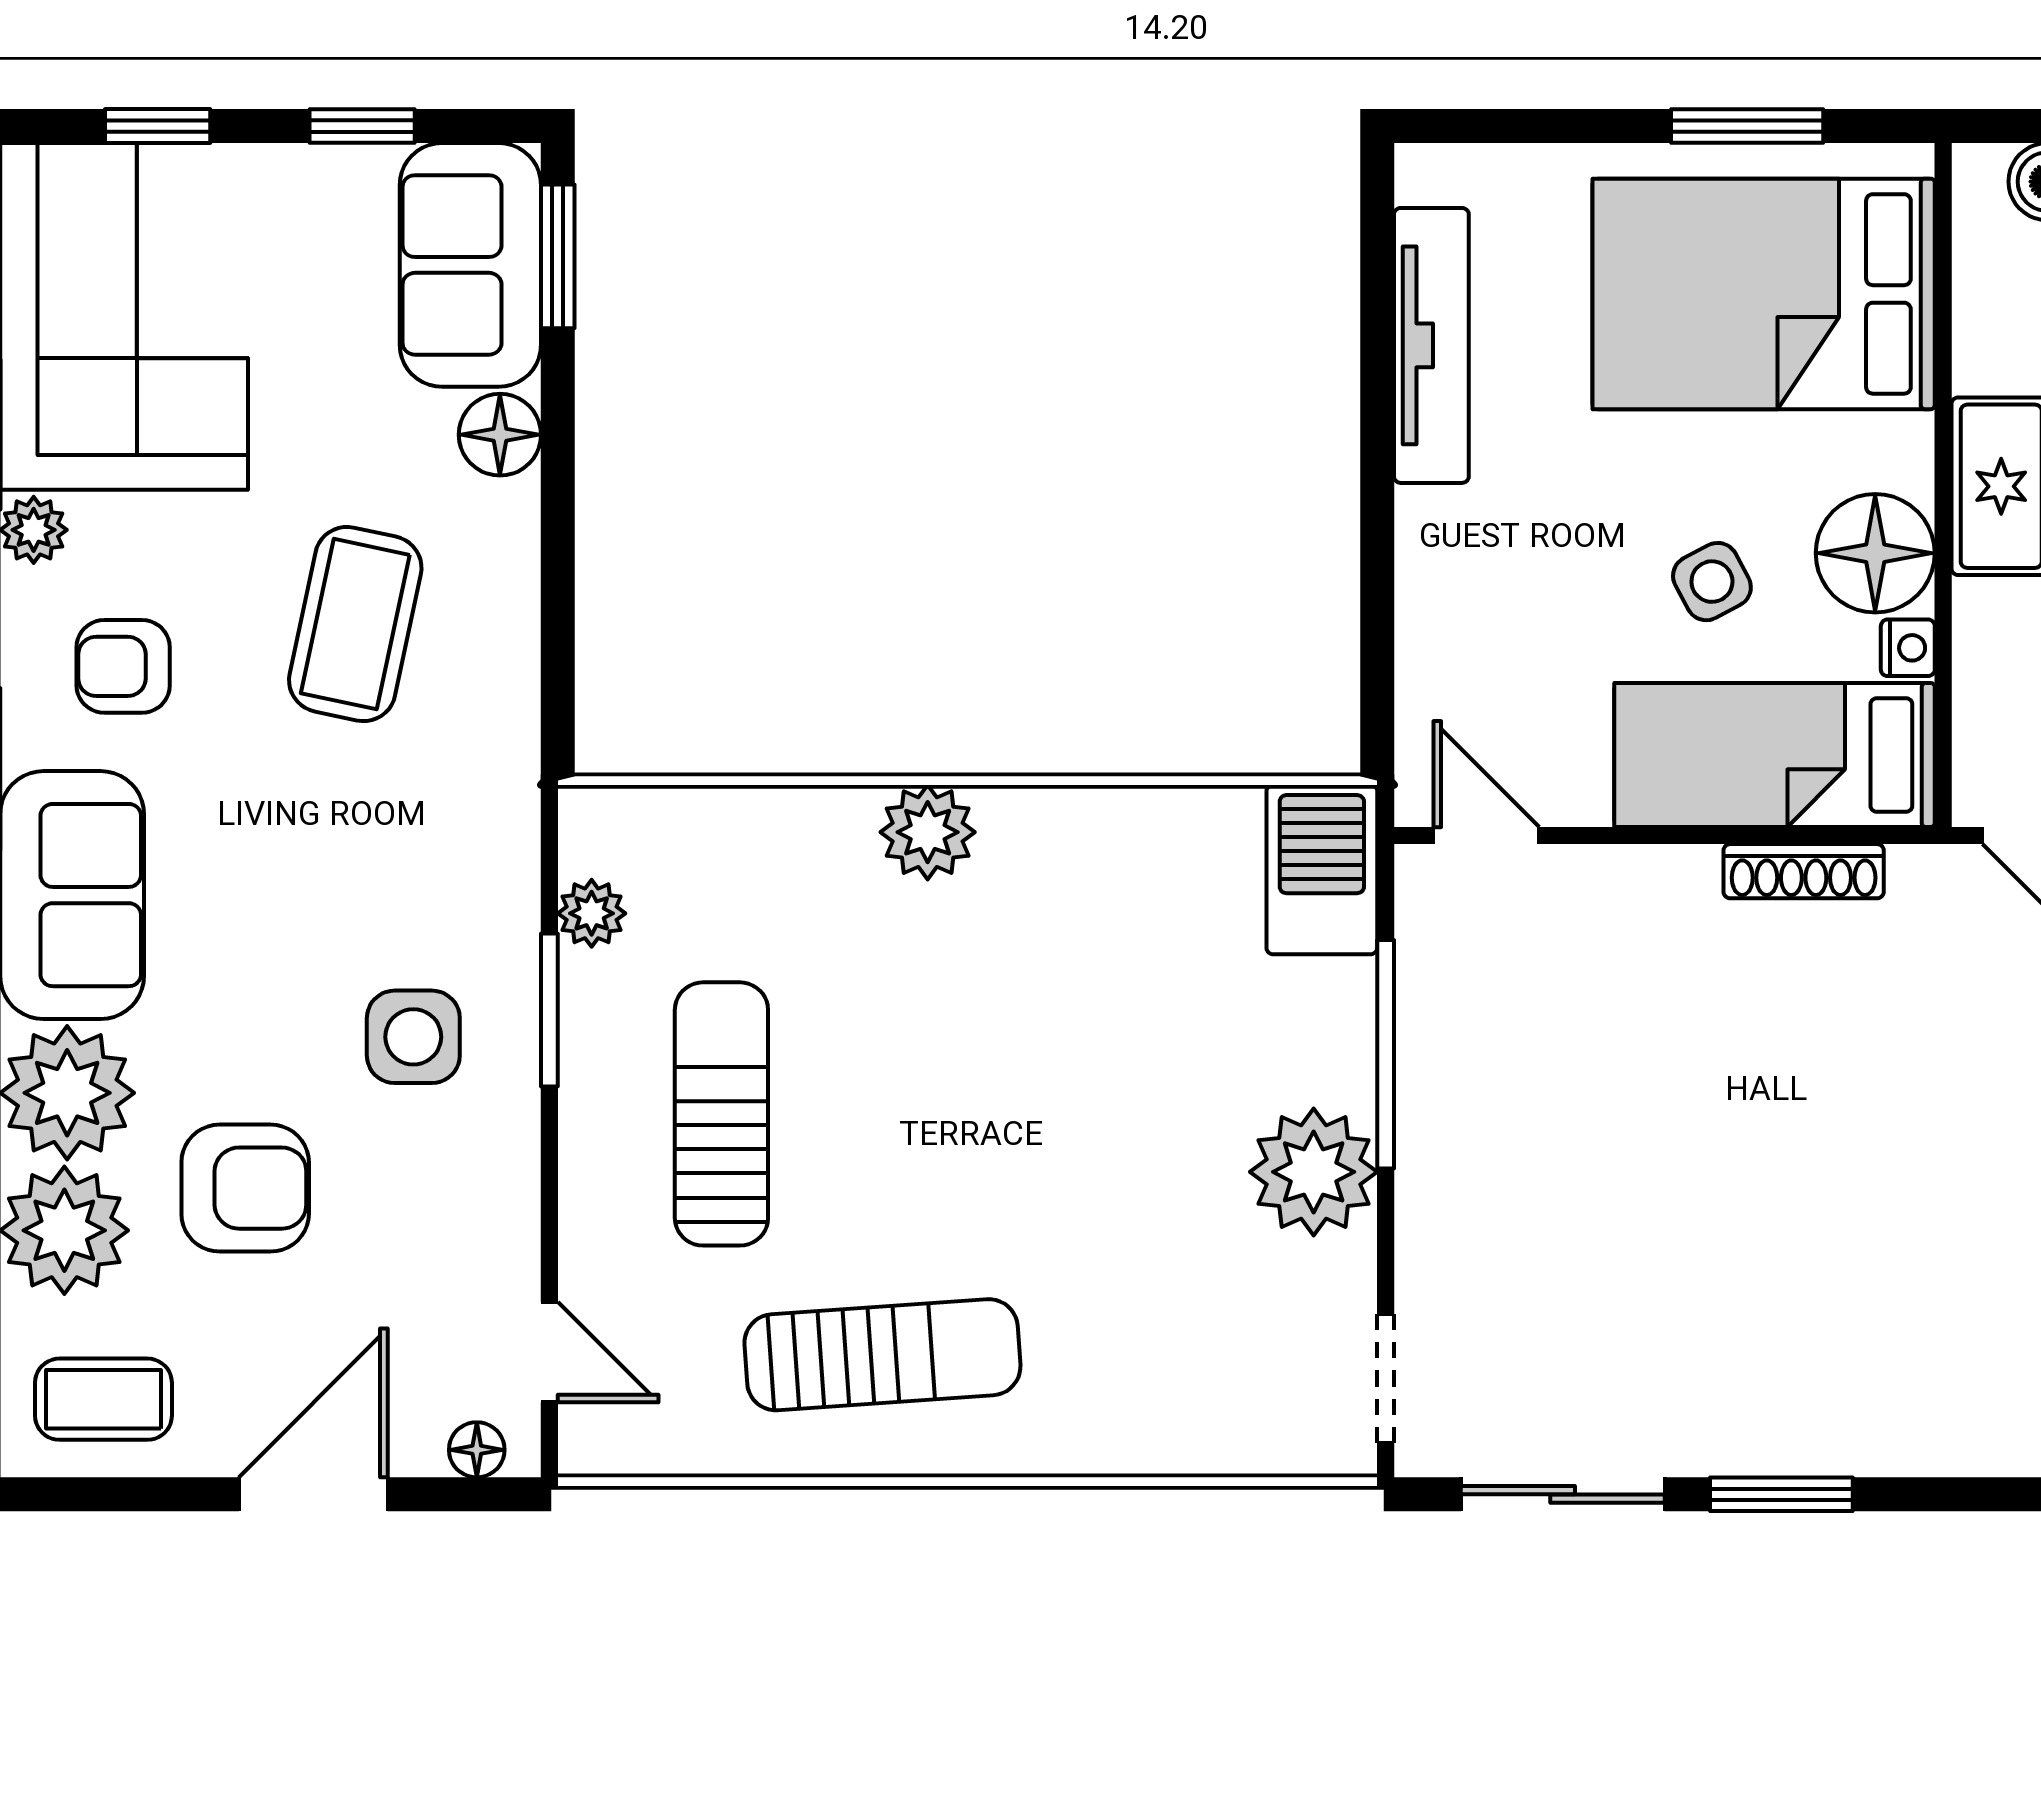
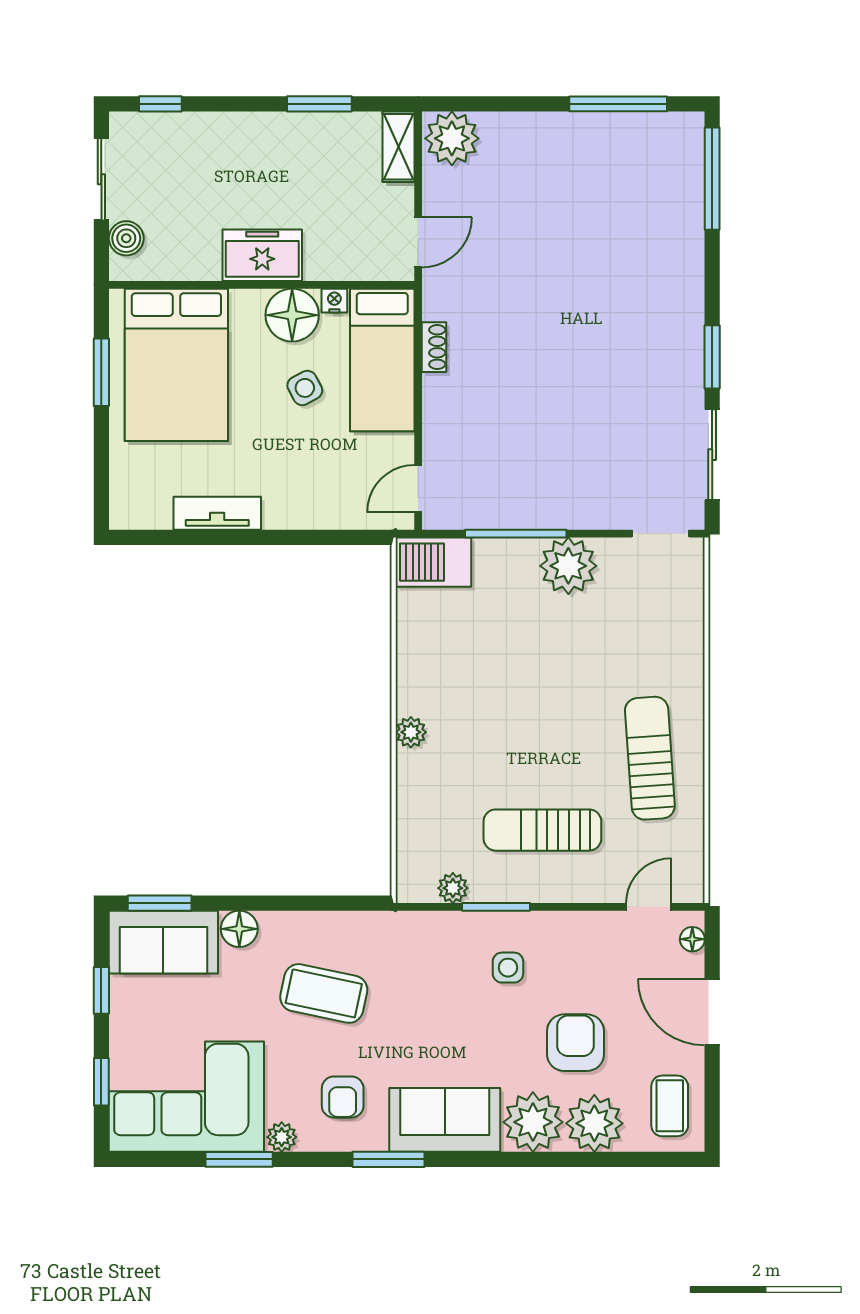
tv unit: (1431, 345) -> (217, 513), width x0.71
plant: (928, 832) -> (411, 732), width x0.73, depth x0.73
shoe rack: (1804, 871) -> (434, 347), width x0.70
side table: (413, 1037) -> (508, 968), width x0.73, depth x0.73

